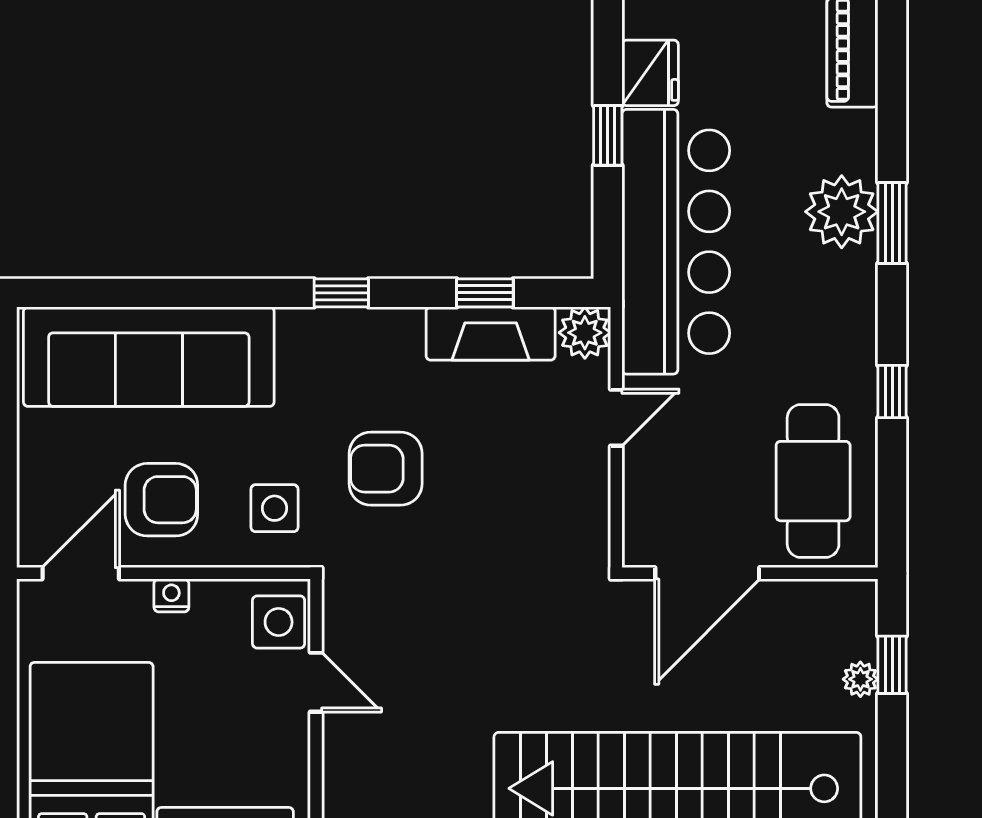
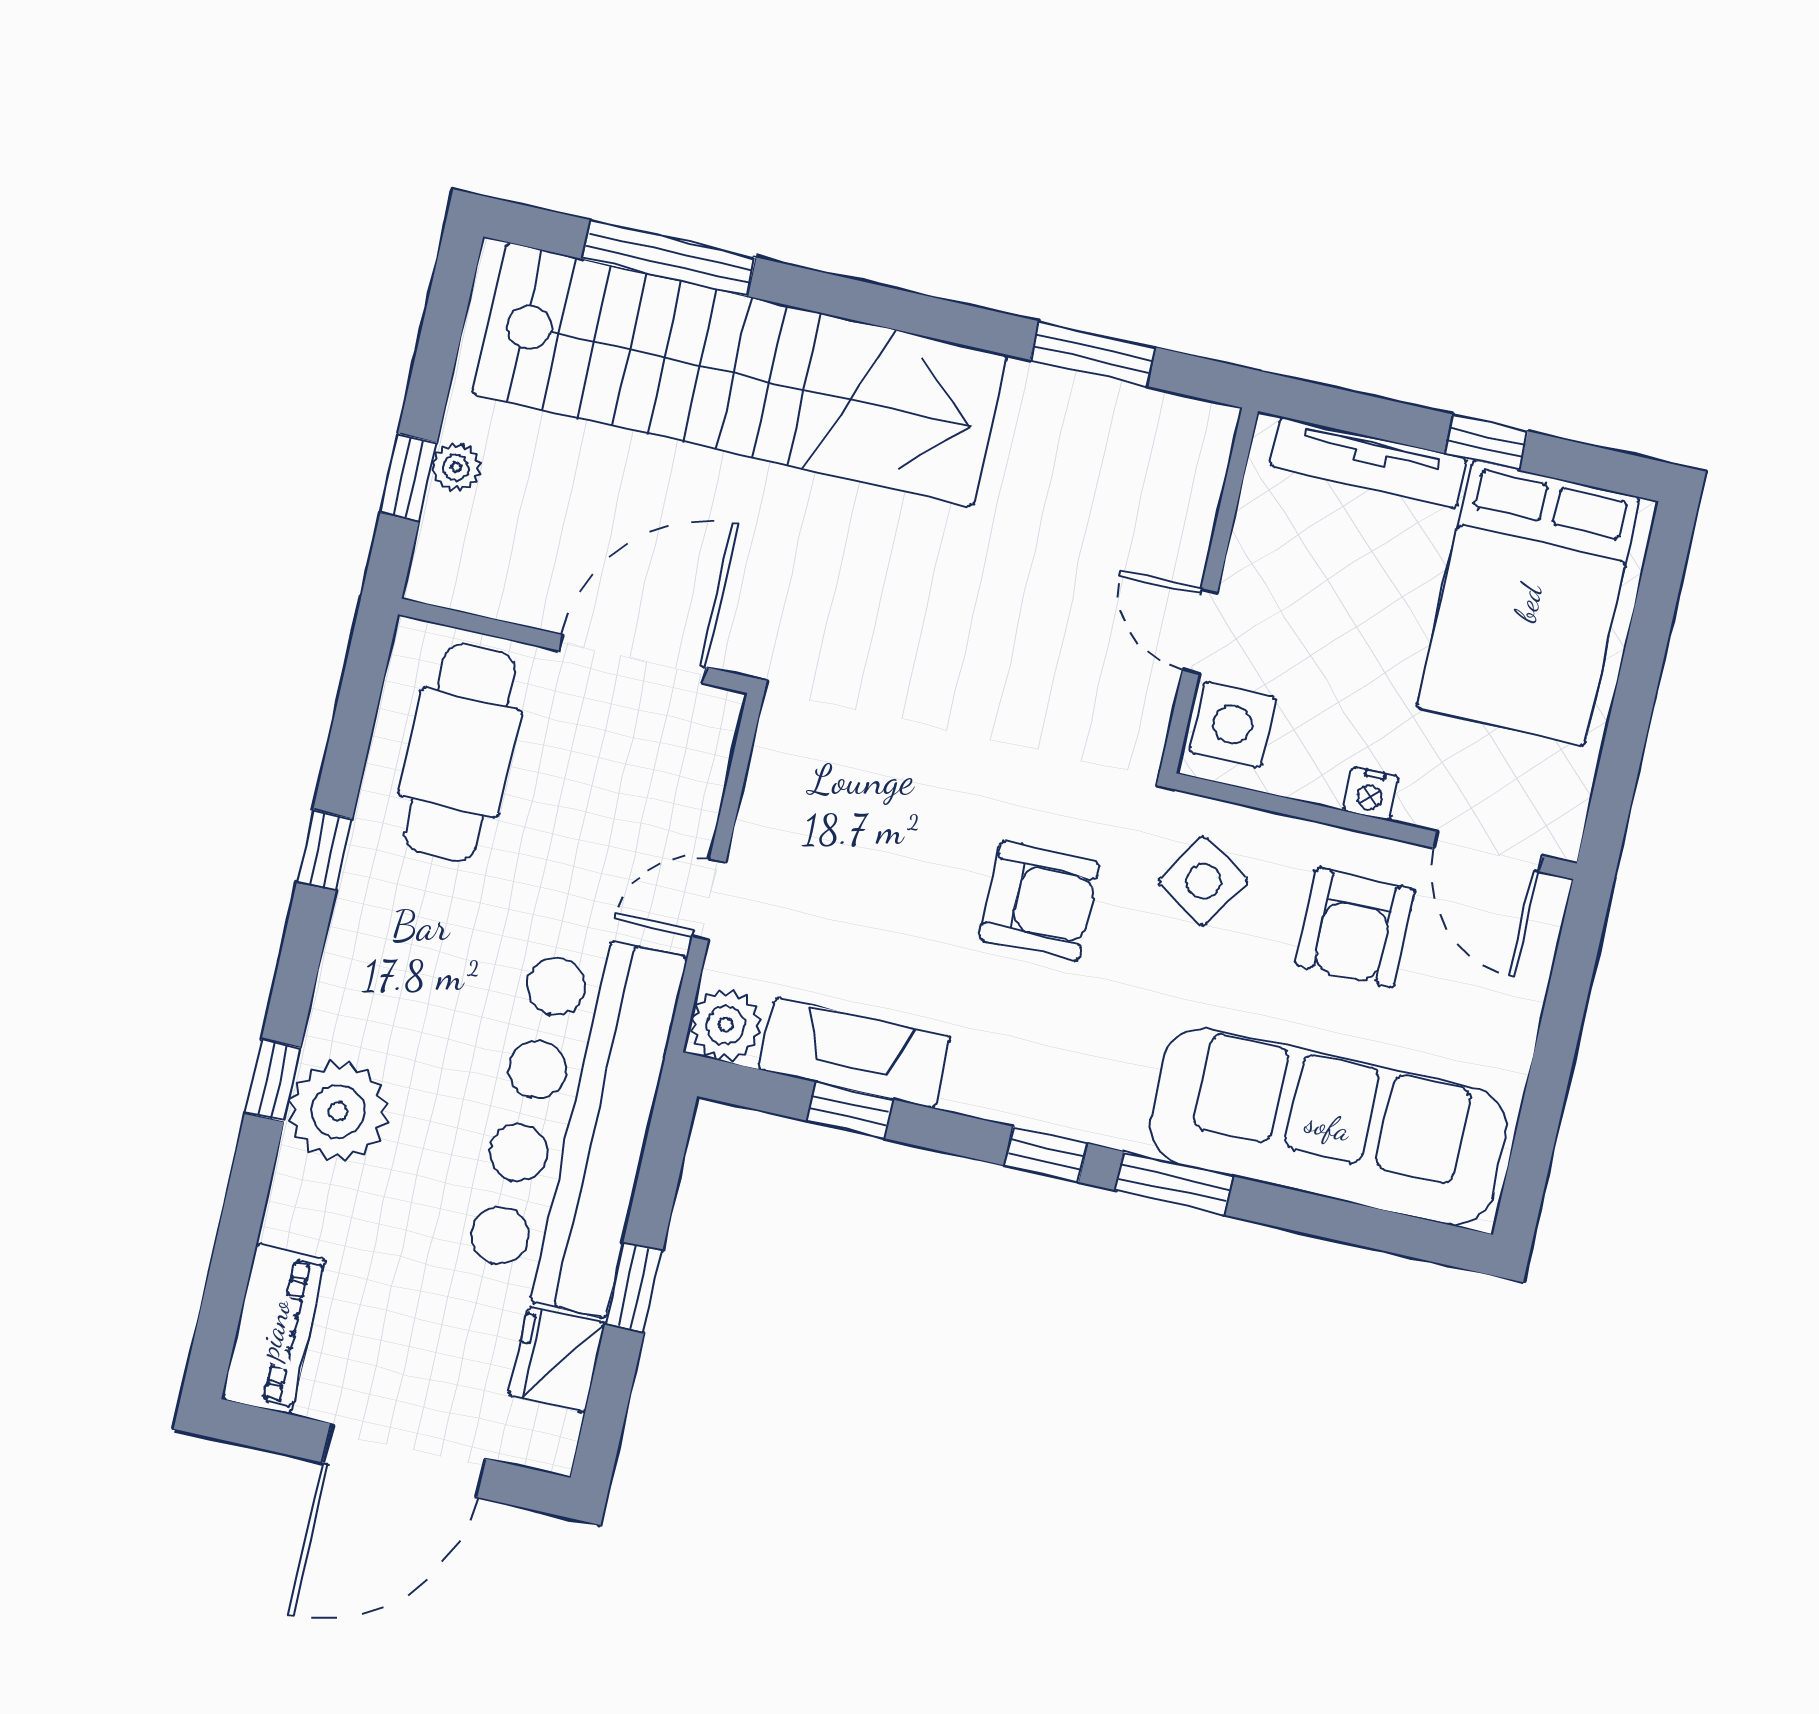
window: (892, 223) -> (273, 1080), width x0.67
window: (247, 293) -> (1174, 1183), added
armchair: (161, 500) -> (1355, 927), turned -90
side table: (275, 508) -> (1203, 881), turned 32
door: (81, 573) -> (1488, 852), hinge flipped

